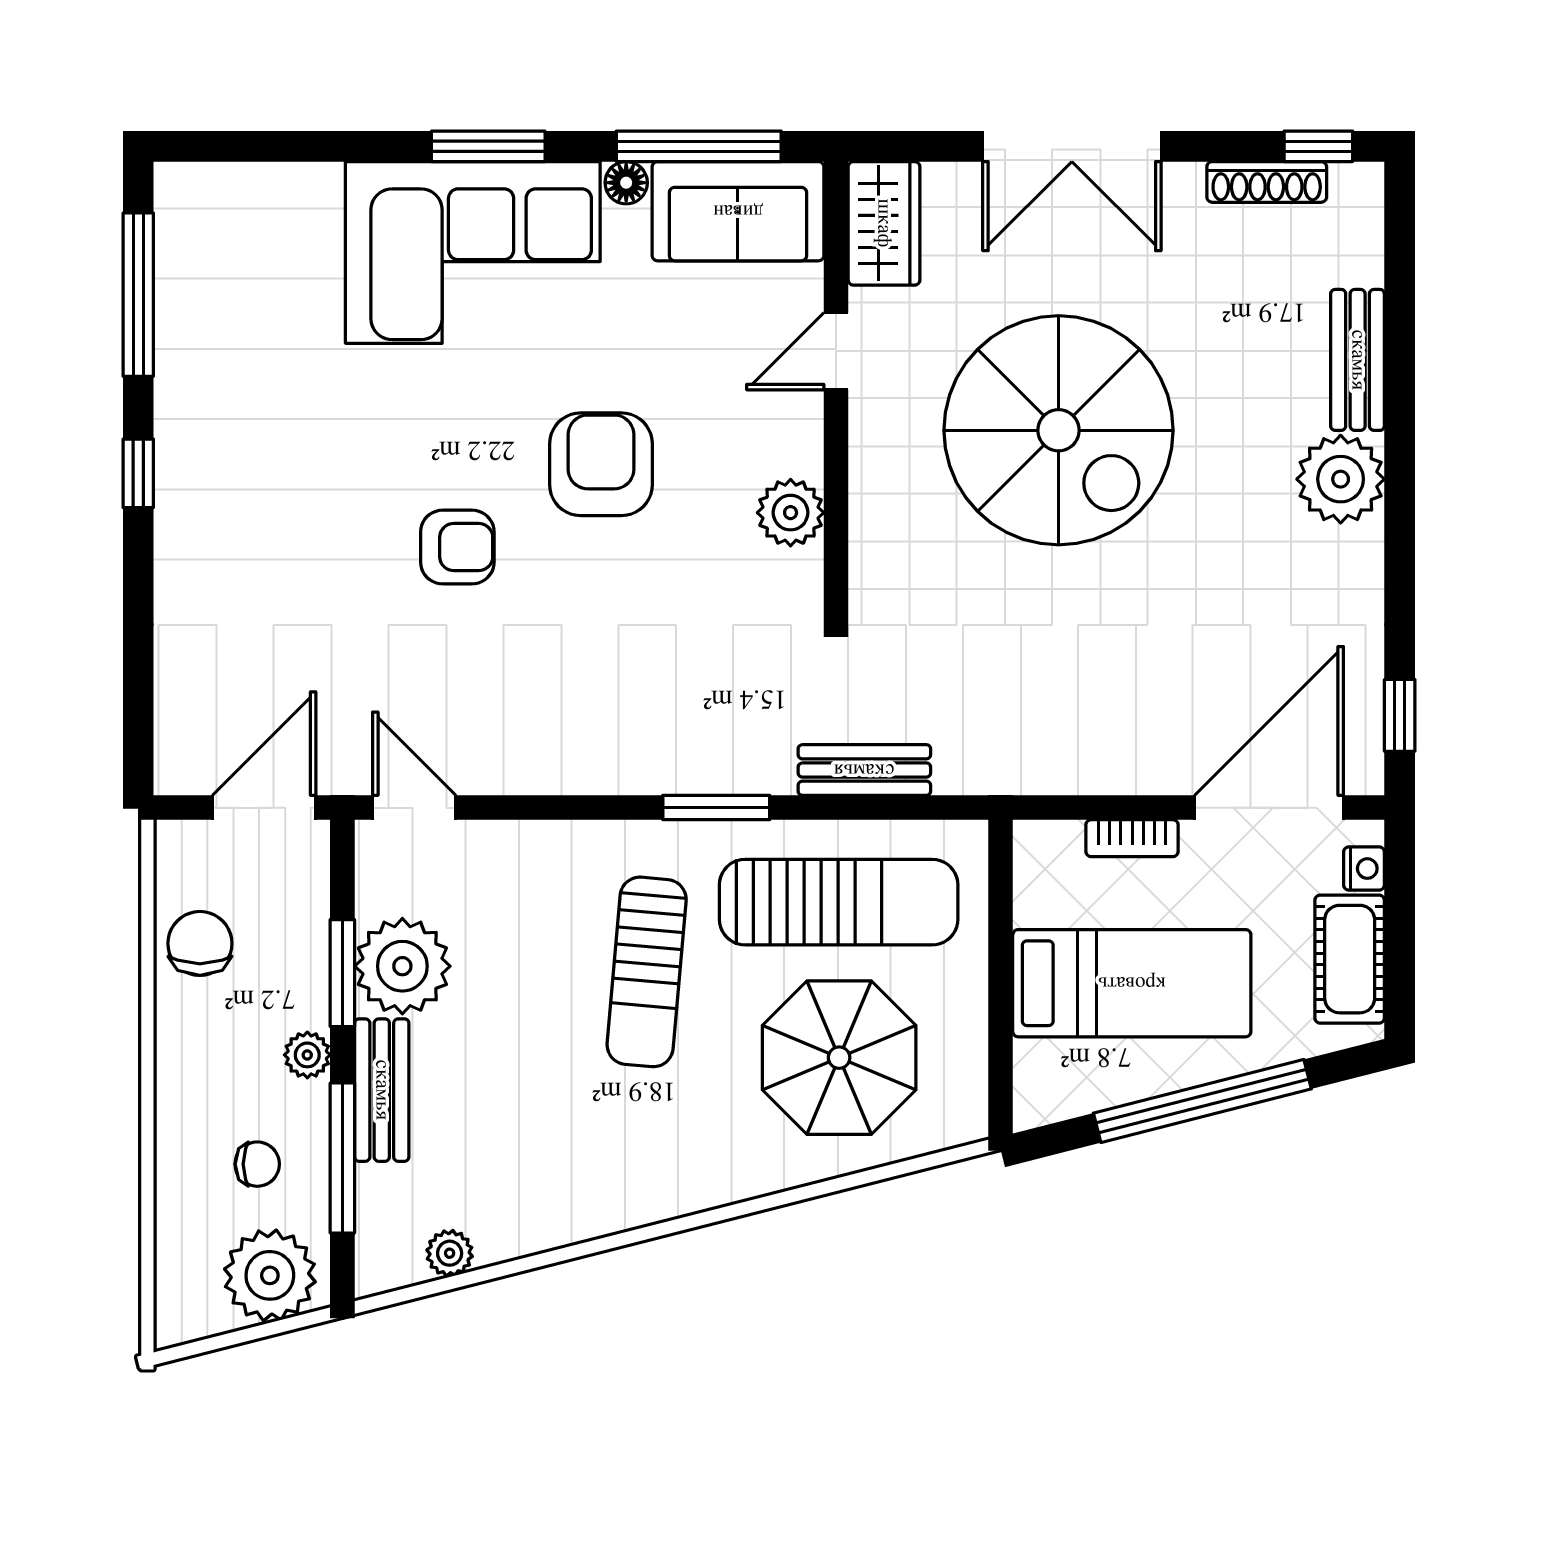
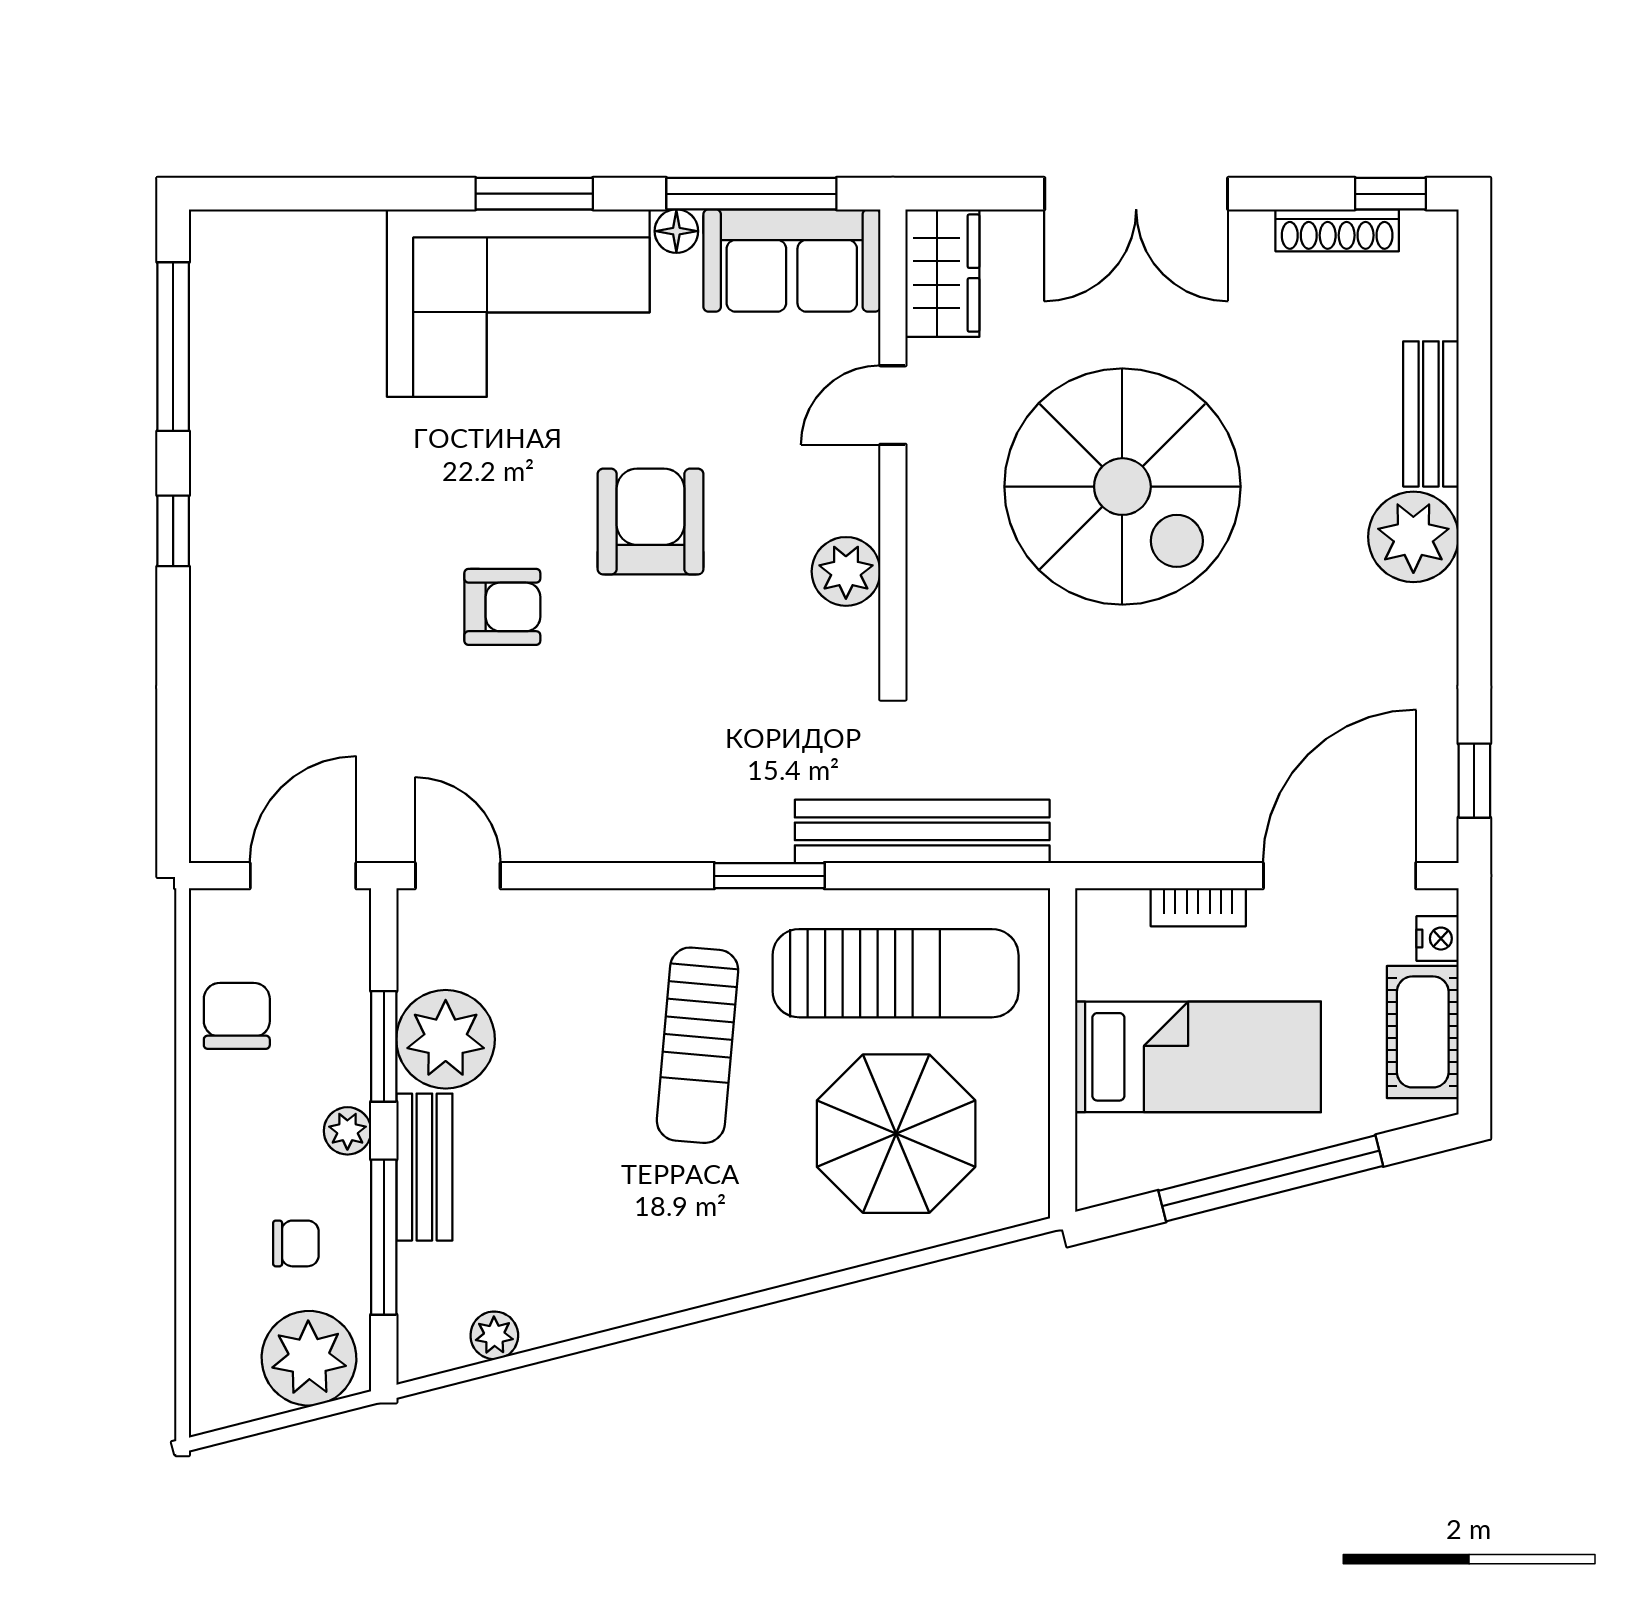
bench: (864, 770) -> (922, 831), width x1.86, depth x1.21

